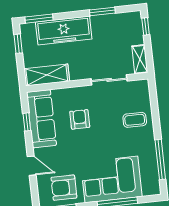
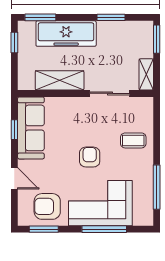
window: (146, 26) -> (157, 39), width x1.50
shelving: (47, 75) -> (60, 80), moved
armchair: (80, 119) -> (90, 157), moved

